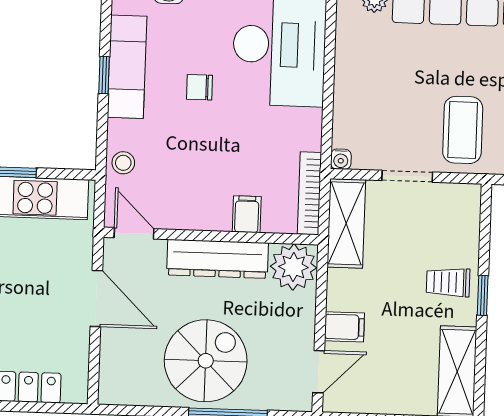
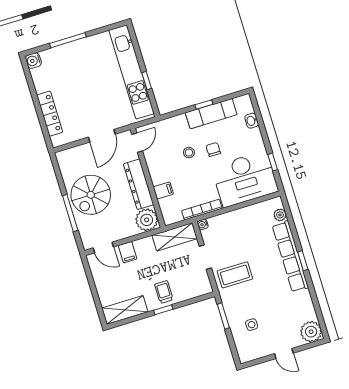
stool: (123, 163) -> (189, 153), moved
bookcase: (309, 193) -> (202, 210), moved
spiral stairs: (206, 361) -> (91, 195), turned 90

